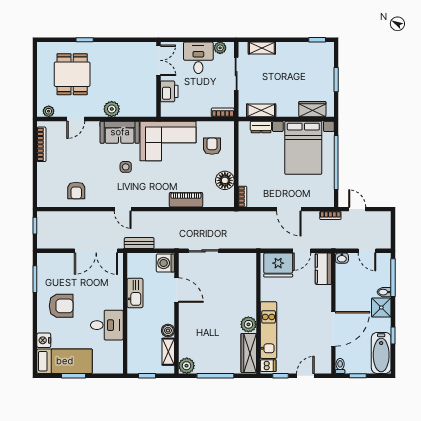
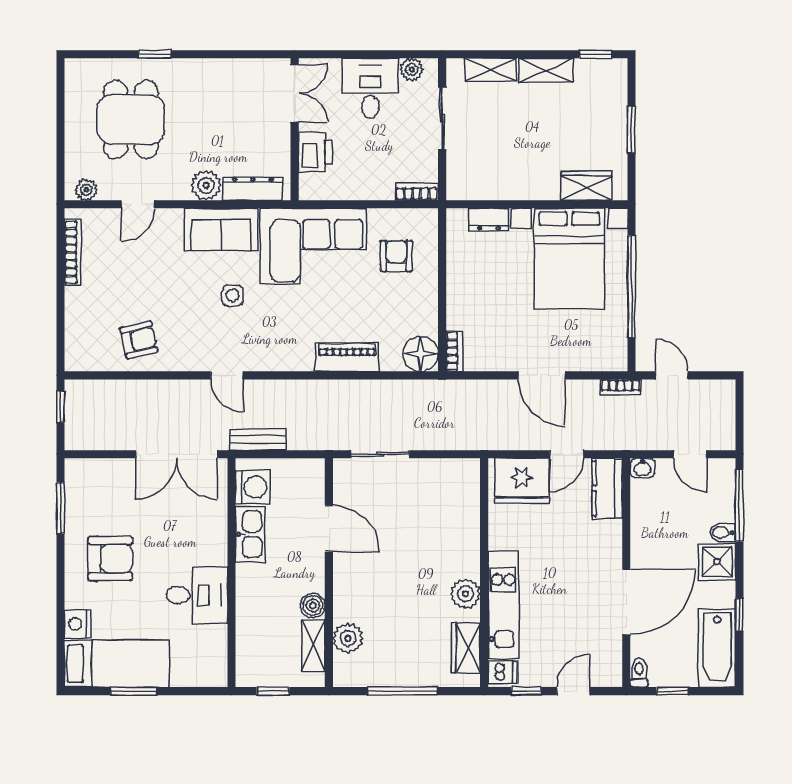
shelving: (261, 110) -> (546, 71), moved
dresser: (136, 111) -> (253, 189), added
floor lamp: (225, 180) -> (421, 354), moved
armchair: (76, 191) -> (139, 340), turned -103
washing machine: (165, 263) -> (253, 487), moved, turned 180
wardrobe: (249, 353) -> (466, 648), width x0.67
plant: (187, 366) -> (348, 638), moved

